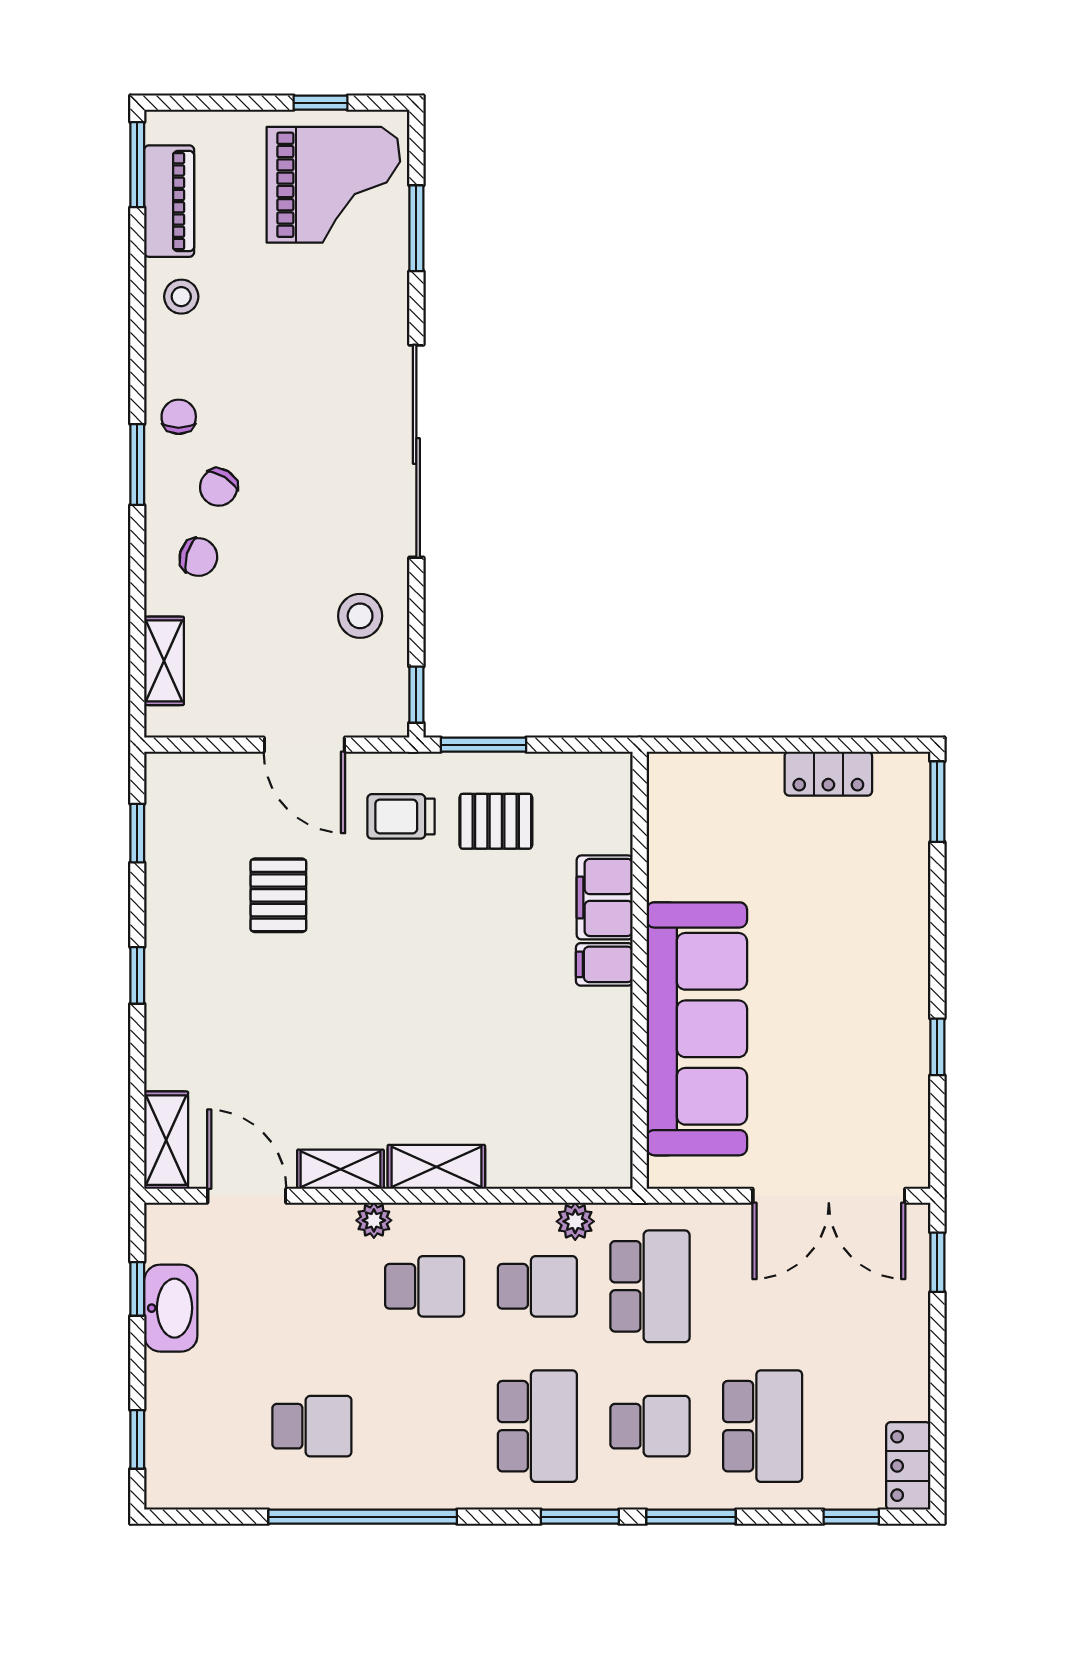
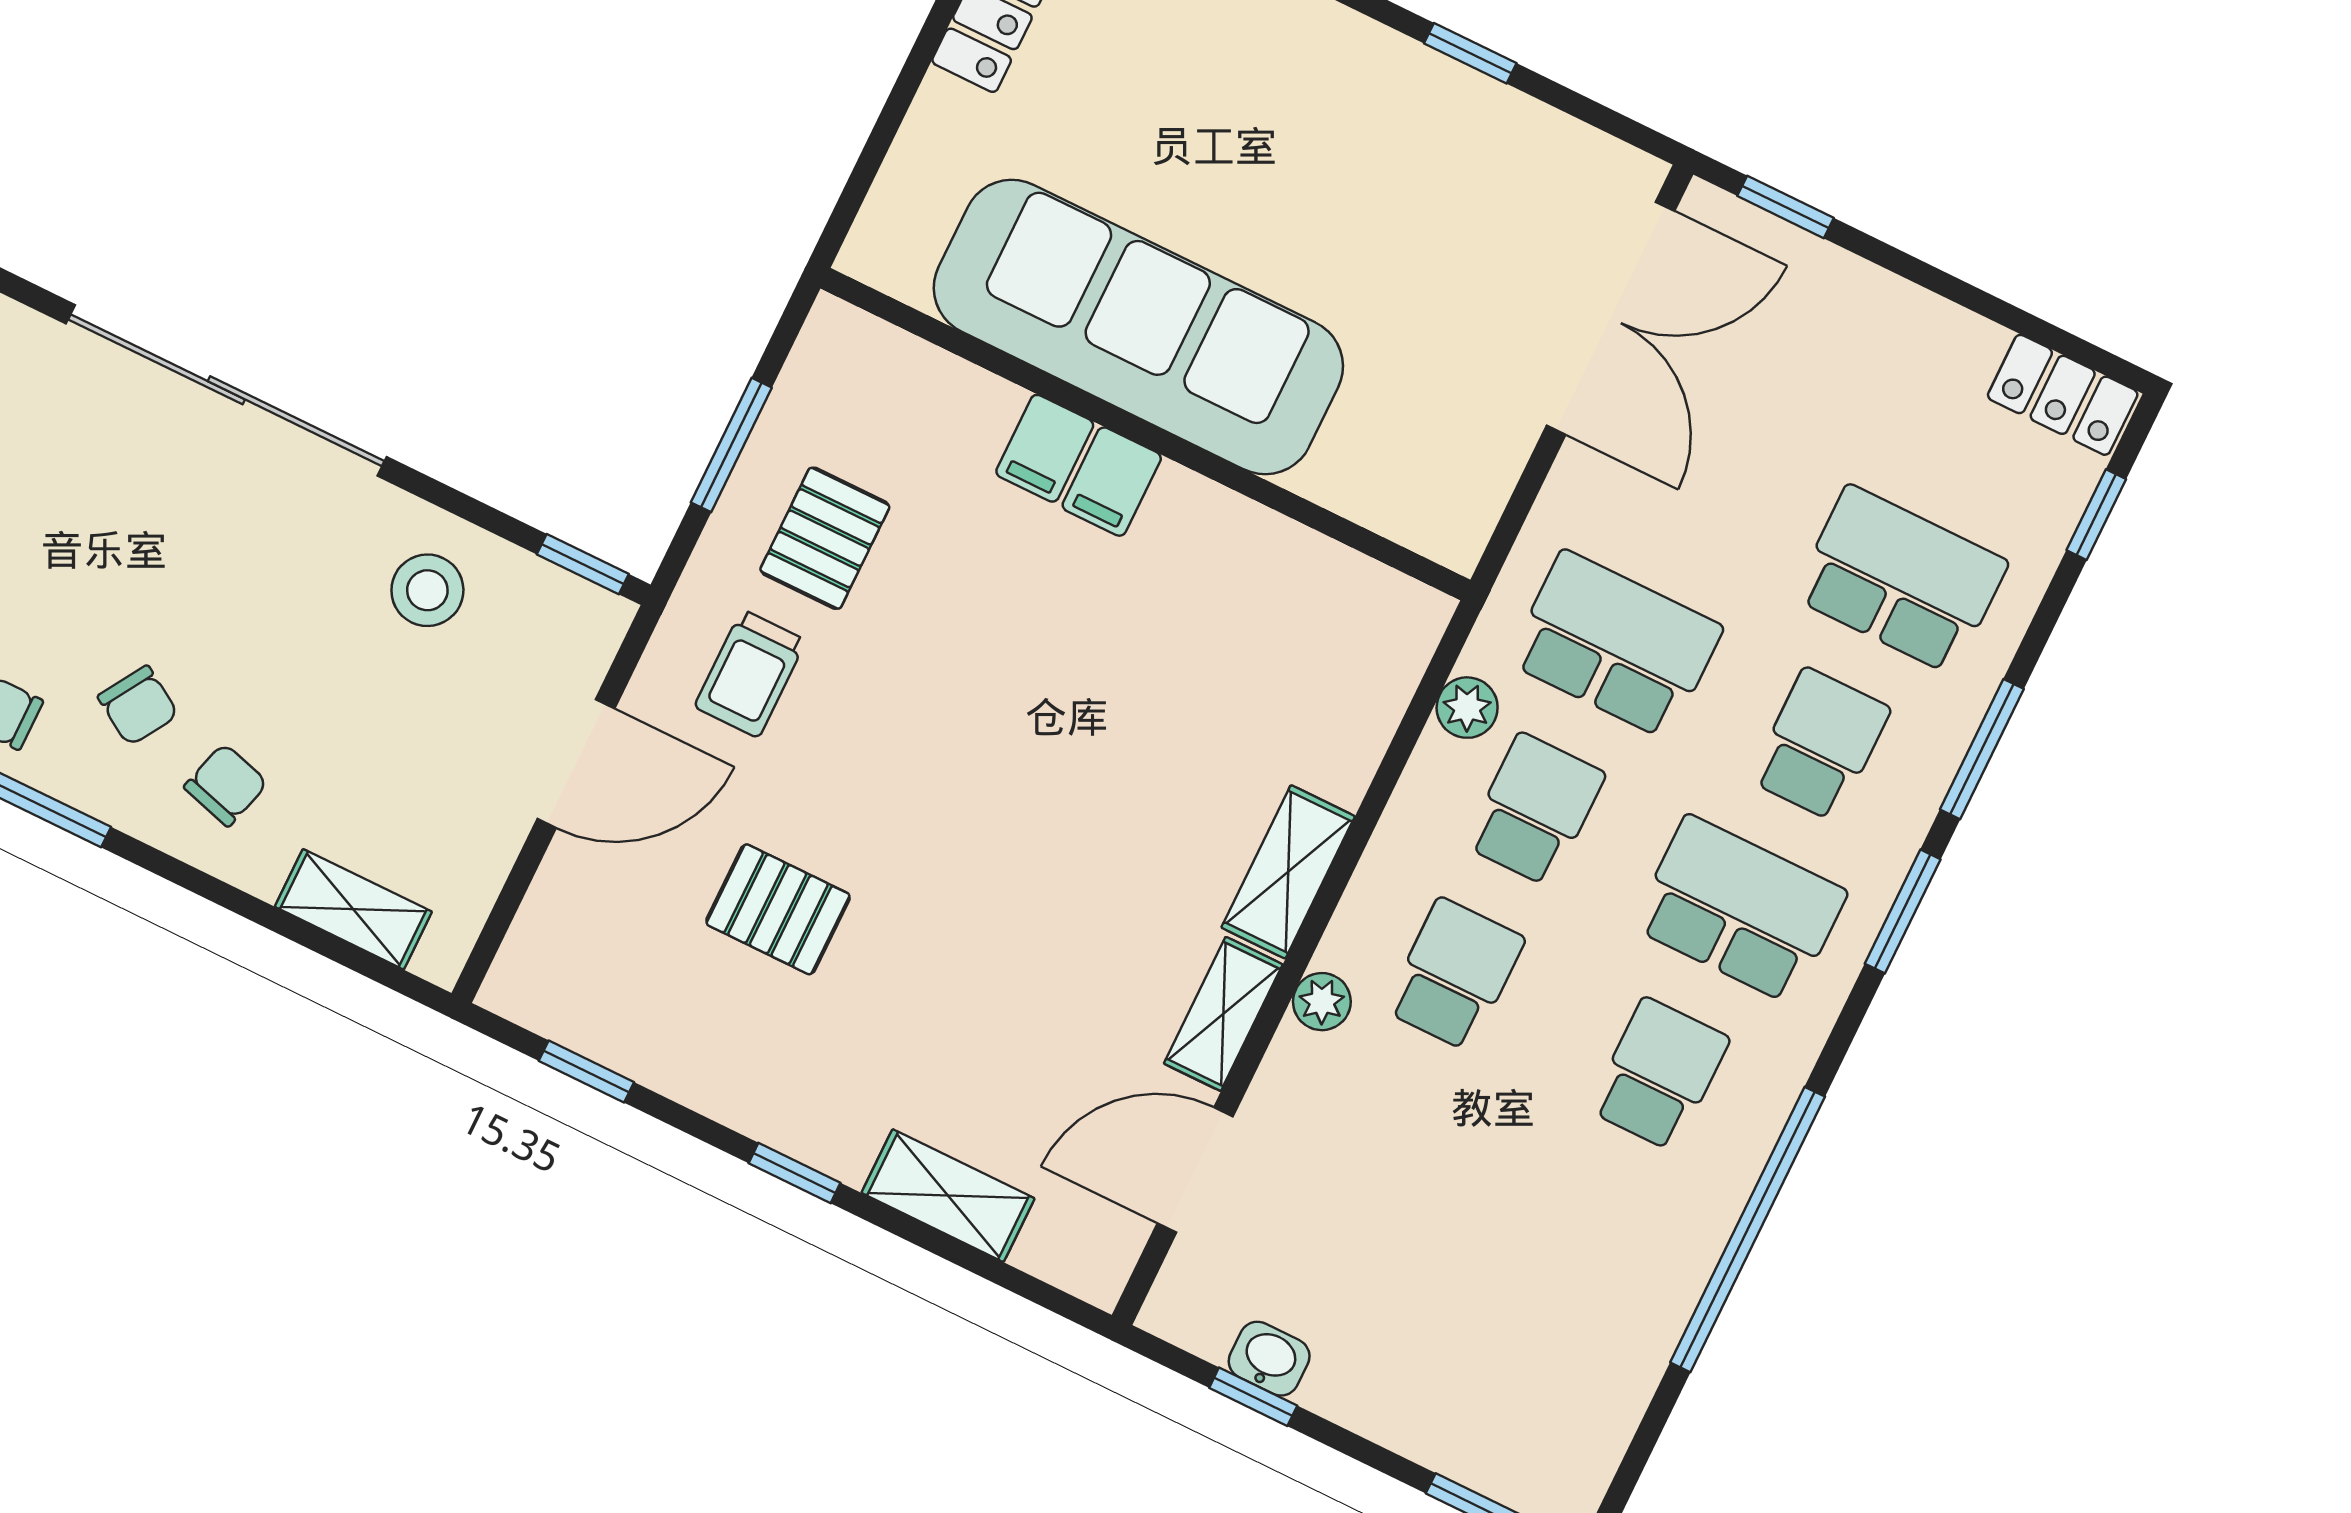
window: (483, 745) -> (731, 445), moved
filing cabinet: (605, 897) -> (1045, 448), width x0.50
sofa: (697, 1029) -> (1138, 327), moved
shelving: (166, 1140) -> (948, 1196), moved
washbasin: (171, 1308) -> (1269, 1359), width x0.52, depth x0.69
school desk: (312, 1426) -> (1659, 1074), moved

